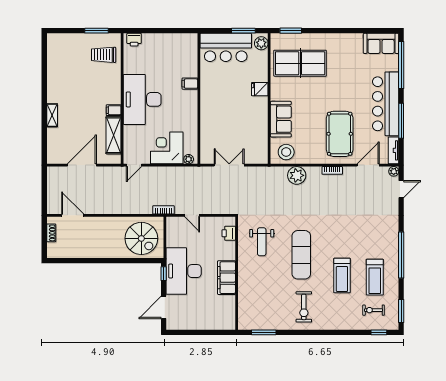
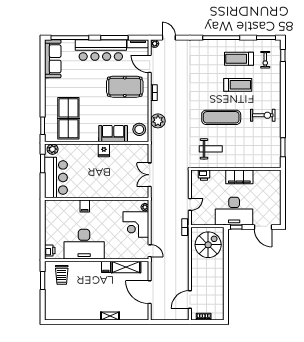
sofa: (381, 43) -> (53, 59), width x1.36
fridge: (260, 89) -> (104, 150), moved
desk: (142, 99) -> (84, 244), moved
treadmill: (375, 277) -> (239, 59), turned 180

